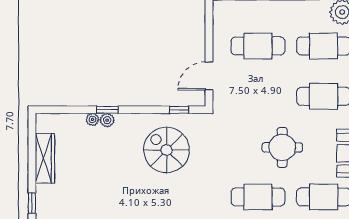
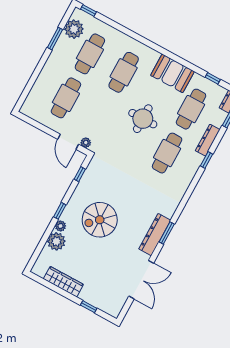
plant: (219, 97) -> (86, 143), added
window: (107, 110) -> (60, 211), moved
plant: (92, 119) -> (56, 241), width x1.88, depth x1.88
spiral stairs: (167, 150) -> (100, 220), moved

